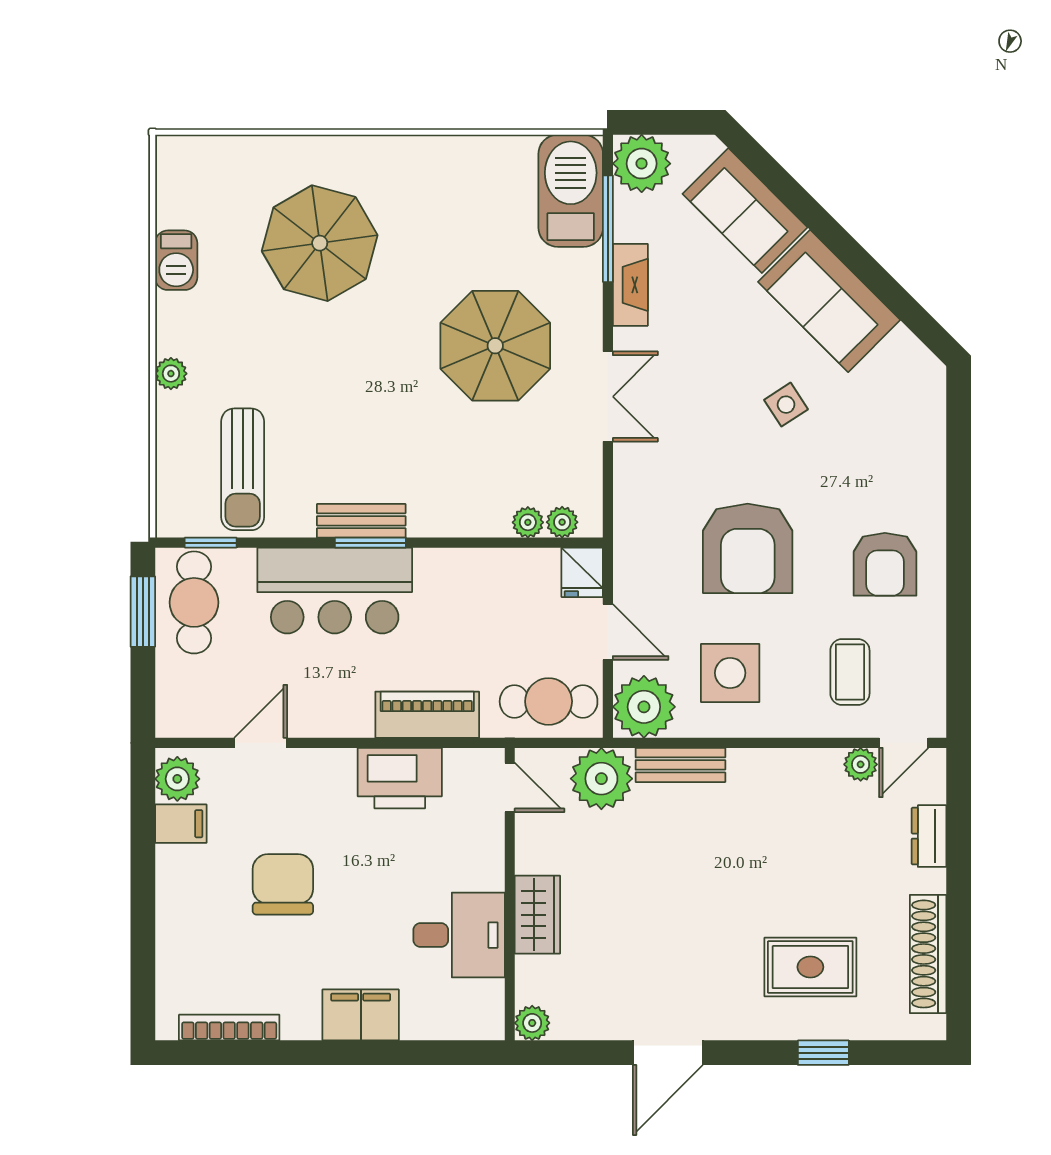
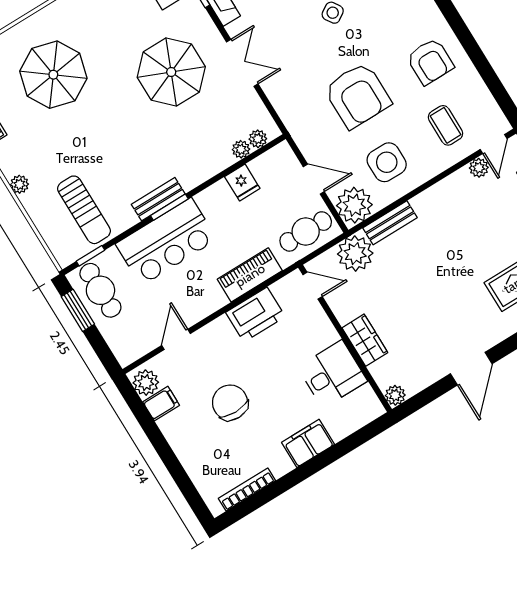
fridge: (582, 572) -> (242, 183), moved

